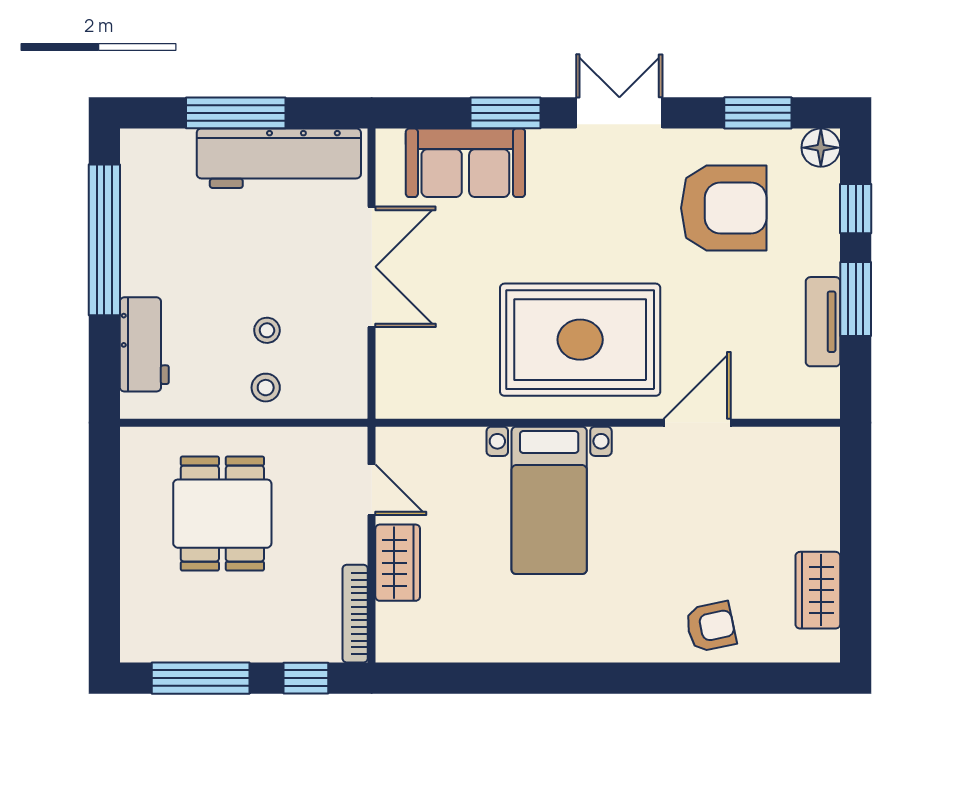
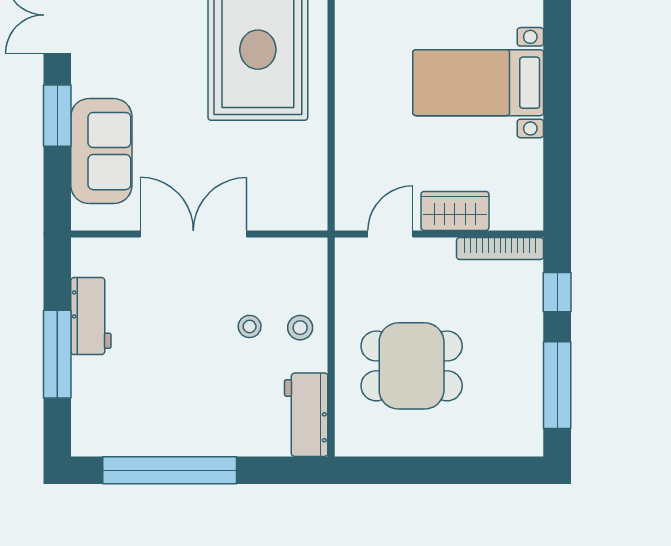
workbench: (279, 158) -> (91, 316), width x0.53, depth x0.76
workbench: (144, 344) -> (306, 415), moved, turned -90
bed with nightstands: (549, 500) -> (478, 83), moved, turned 180

